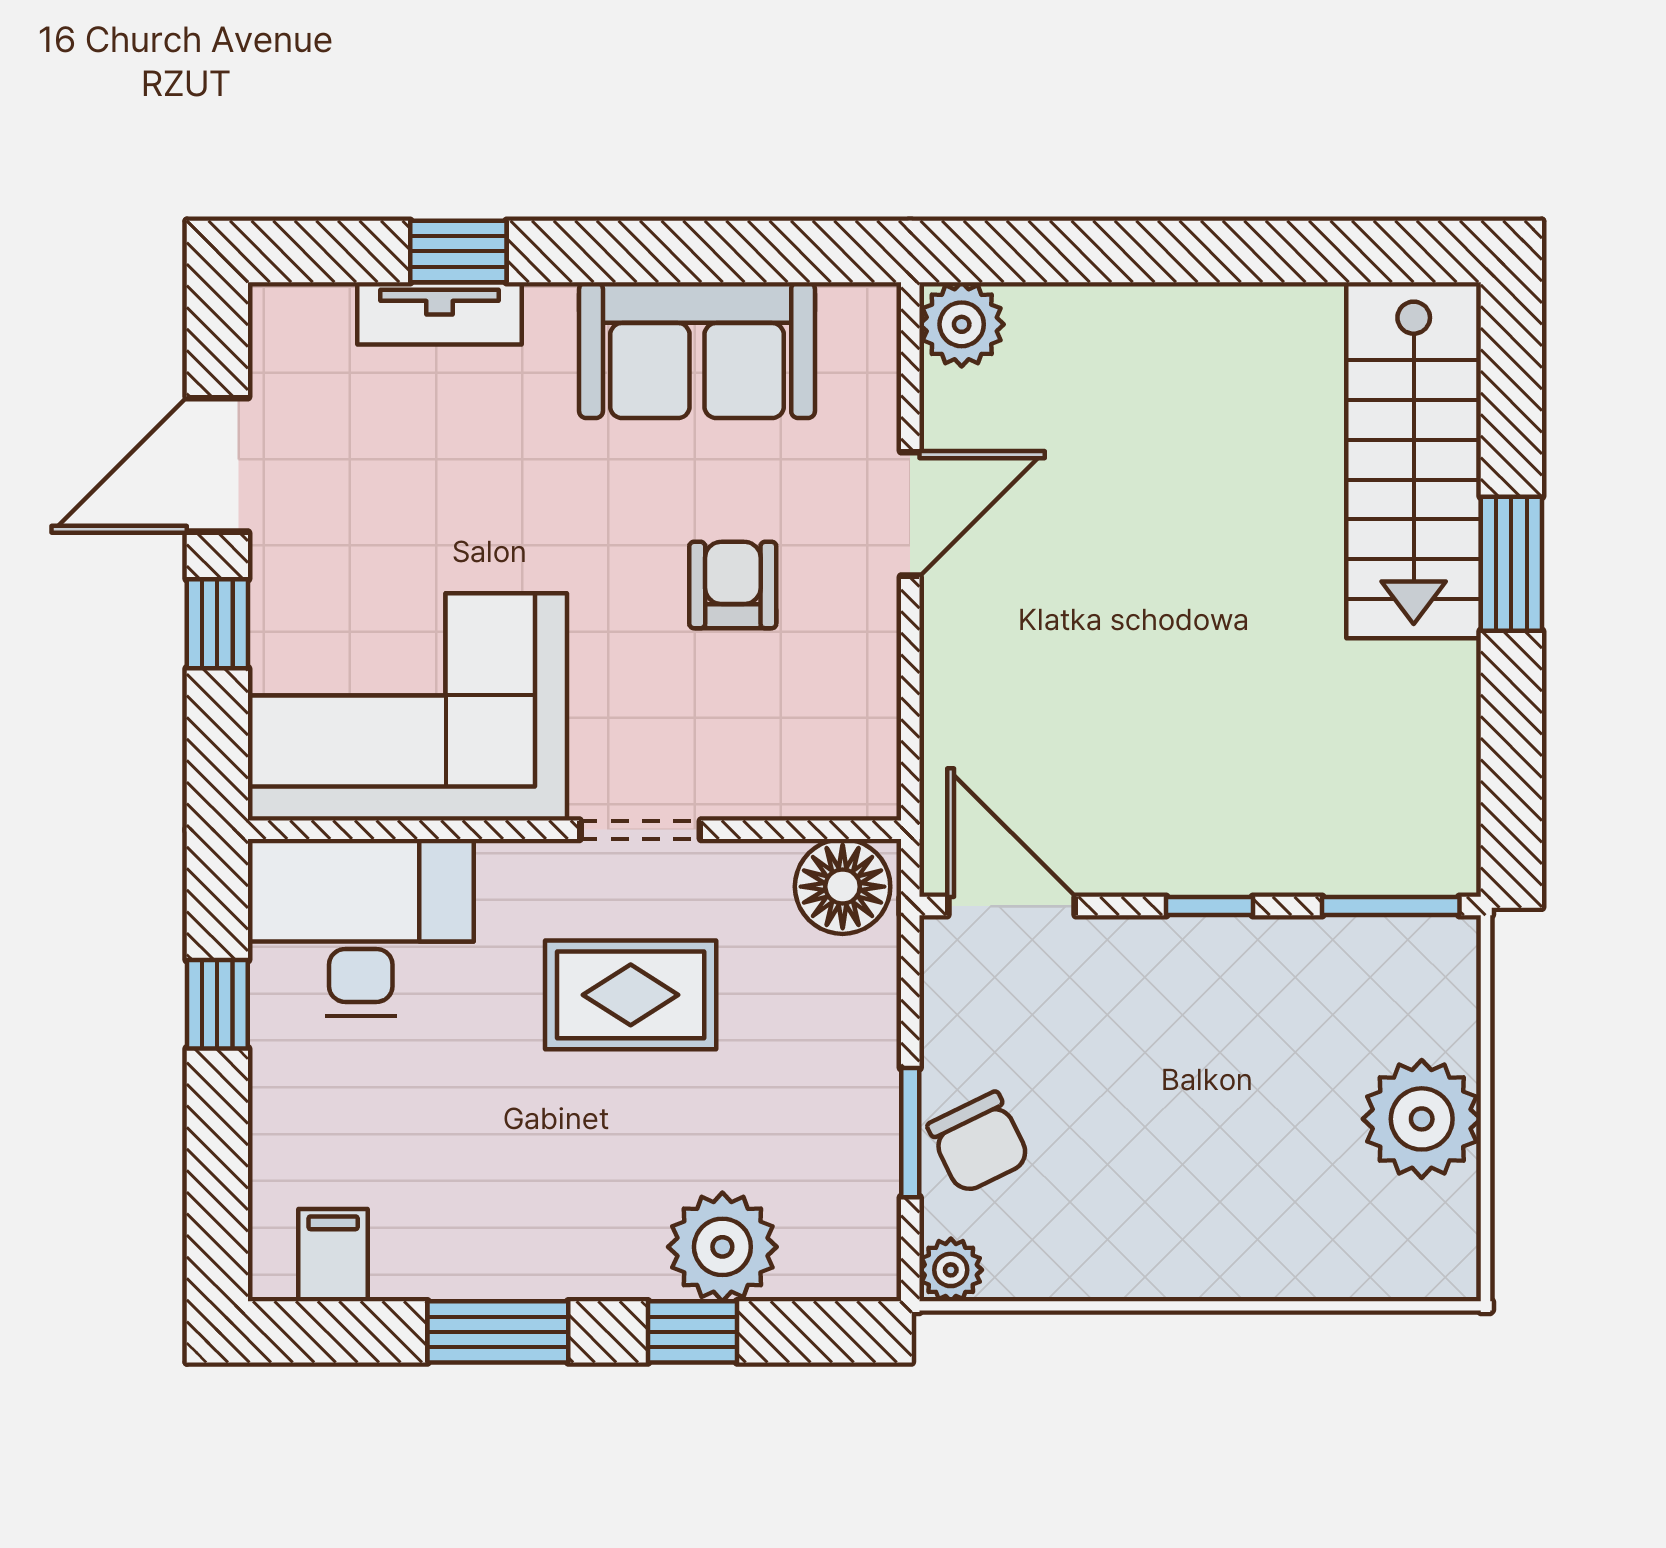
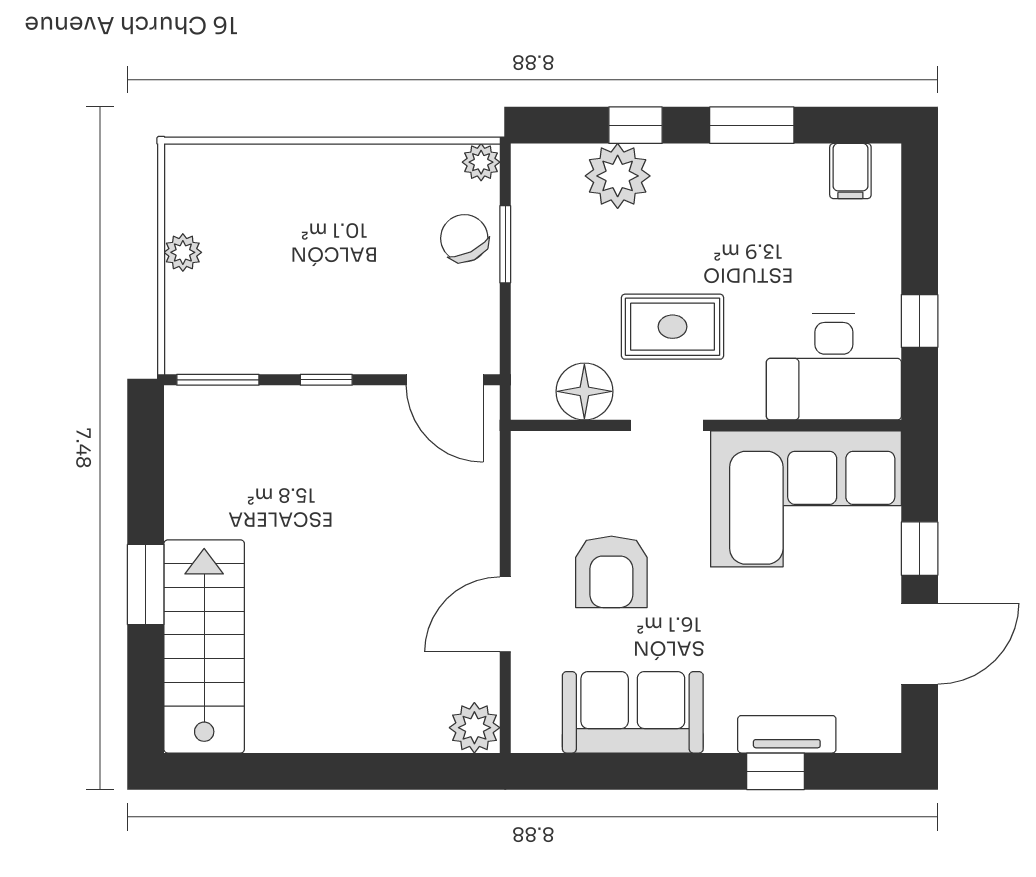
armchair: (733, 585) -> (611, 572), width x1.38, depth x1.38
floor lamp: (843, 887) -> (584, 391), moved
plant: (1422, 1119) -> (183, 252), width x0.53, depth x0.53

